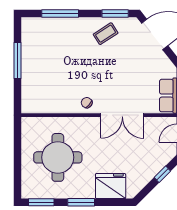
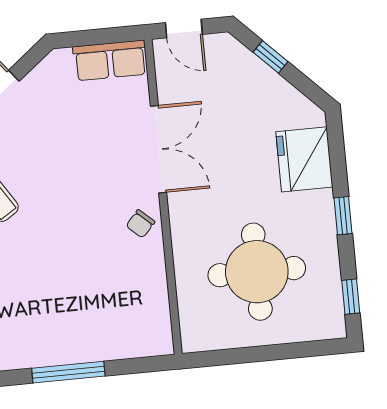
window: (41, 202) -> (351, 297), width x0.67
window: (81, 202) -> (343, 216), width x0.67

